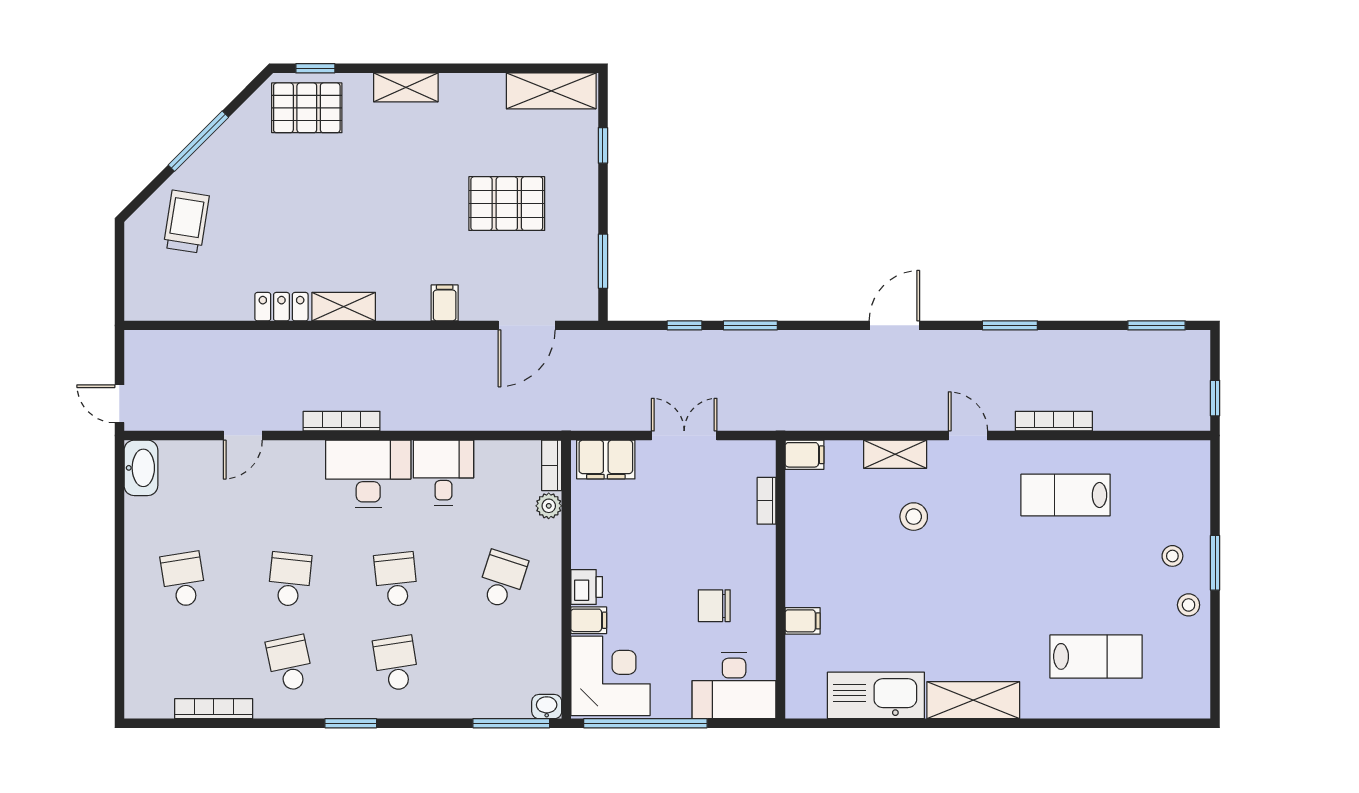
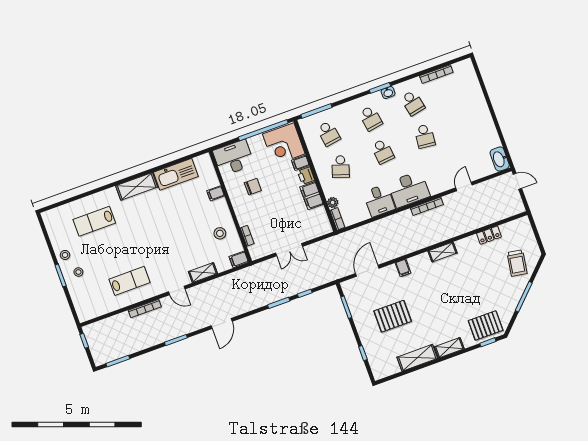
shelving: (551, 91) -> (417, 358), moved
locker: (281, 307) -> (489, 235), moved
filing cabinet: (606, 460) -> (312, 196), moved, turned -90
stool: (914, 517) -> (220, 233), moved
school desk: (183, 579) -> (328, 133), moved
washbasin: (547, 707) -> (388, 92), moved

